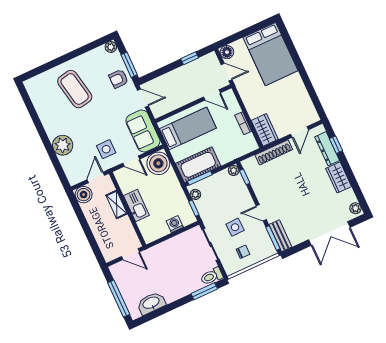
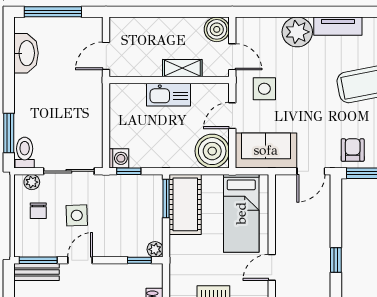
tv unit: (48, 122) -> (338, 26), added
plant: (195, 194) -> (32, 182), moved
washing machine: (175, 224) -> (119, 158), moved

